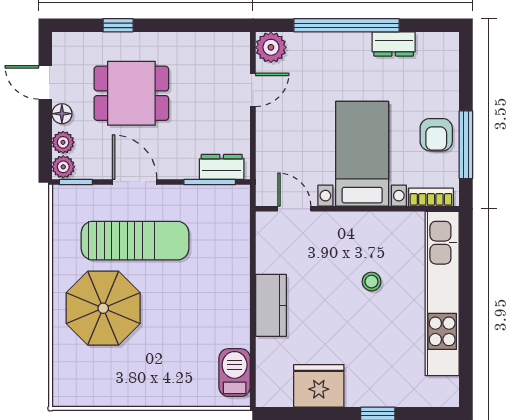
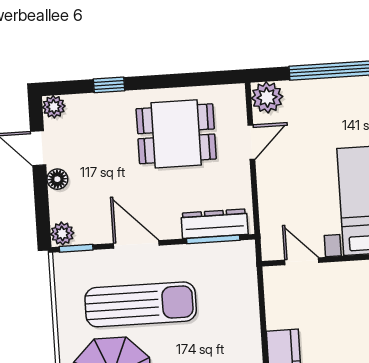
dining table: (131, 93) -> (176, 134), moved
plant: (63, 142) -> (54, 107), moved
dresser: (222, 167) -> (215, 224), width x1.44

